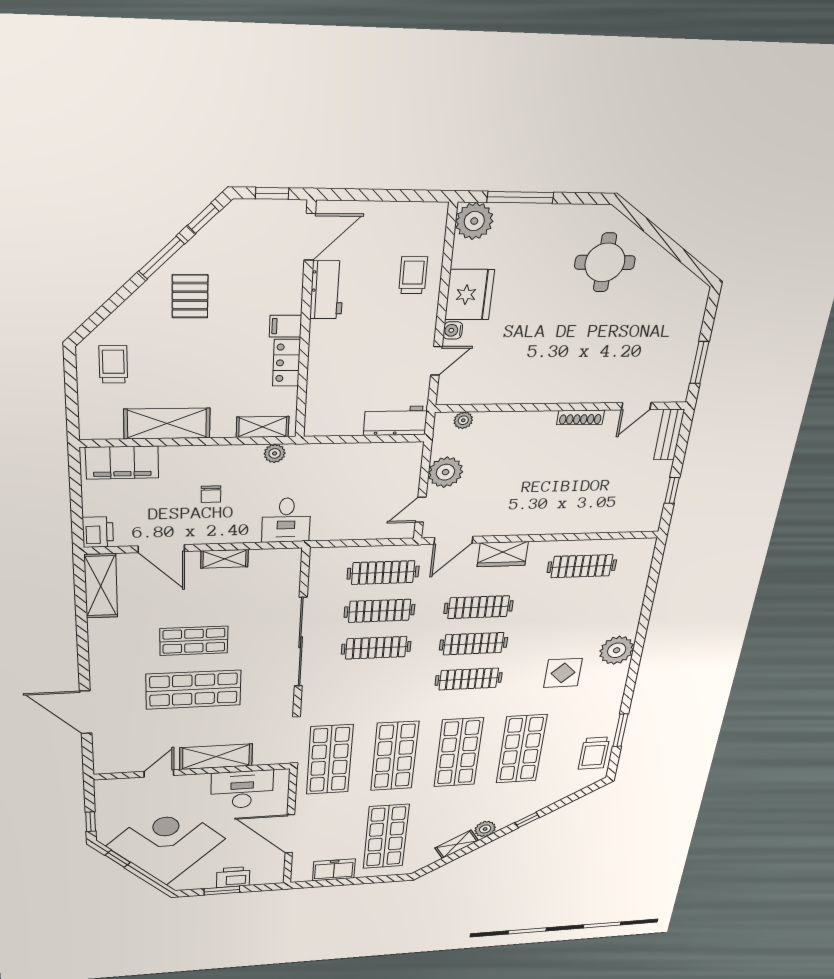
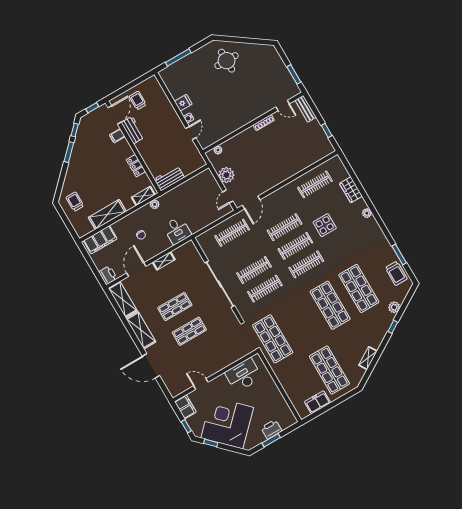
plant: (474, 221) -> (168, 75), removed
trolley: (413, 275) -> (138, 100), moved
fridge: (470, 295) -> (183, 103), width x0.53, depth x0.75
pallet: (190, 296) -> (87, 160), removed
filing cabinet: (285, 326) -> (117, 136), moved
door: (636, 406) -> (283, 105), hinge flipped
workbench: (395, 421) -> (169, 178), moved
door: (161, 549) -> (136, 270), swing flipped
wardrobe: (503, 554) -> (351, 190), moved, turned 90
clothes rail: (380, 611) -> (265, 289), moved
plant: (617, 650) -> (367, 213), width x0.53, depth x0.53
display table: (563, 673) -> (325, 225), moved
shop shelf: (194, 690) -> (189, 331), width x0.70, depth x0.74
shop shelf: (395, 756) -> (301, 322), removed
shelving: (216, 757) -> (141, 330), moved, turned 90
door: (159, 773) -> (201, 384), hinge flipped
filing cabinet: (108, 795) -> (185, 407), added
plant: (485, 829) -> (394, 307), moved
door: (290, 834) -> (282, 390), removed

